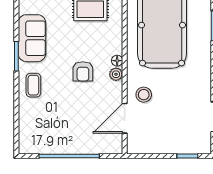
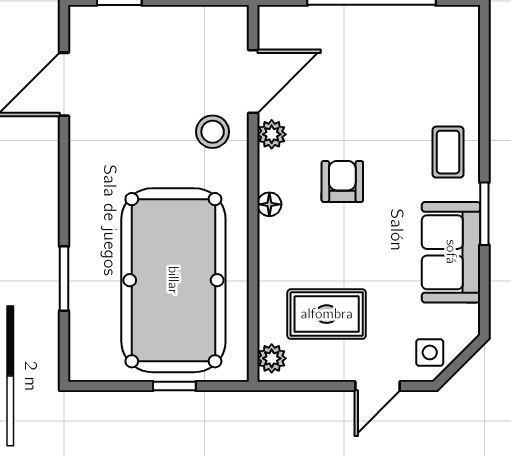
plant: (116, 74) -> (272, 134), moved

